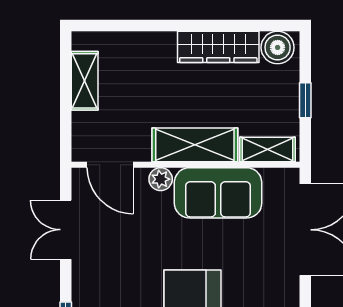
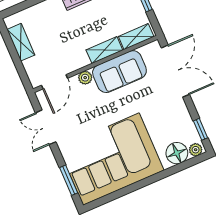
shelving: (195, 145) -> (104, 50), width x0.67, depth x0.75
door: (110, 165) -> (54, 82), hinge flipped

